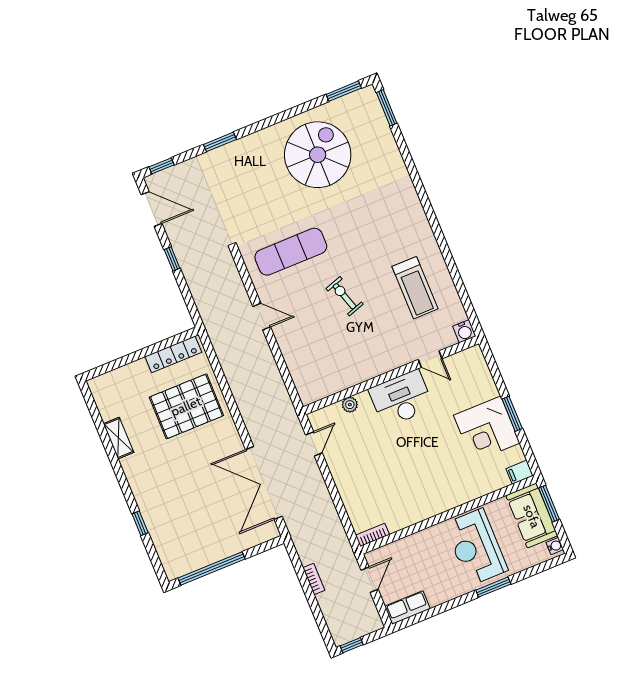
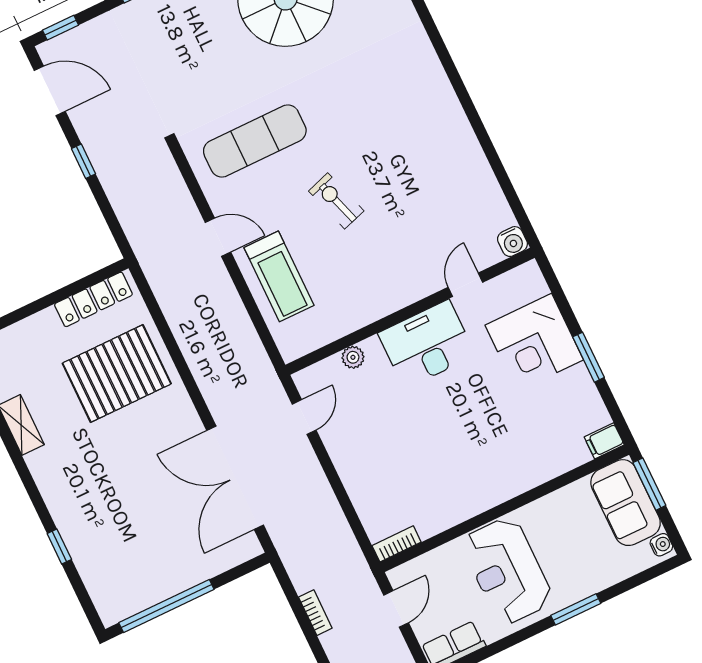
treadmill: (415, 288) -> (279, 276), moved
door: (430, 359) -> (465, 285), swing flipped
corner desk: (487, 429) -> (534, 342), moved
reception desk: (476, 547) -> (507, 571), moved

